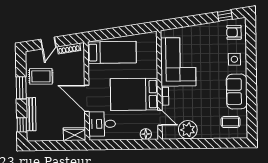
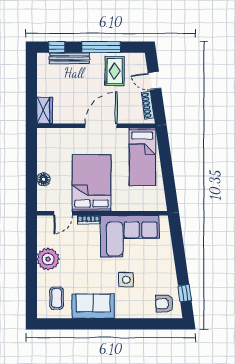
armchair: (234, 32) -> (164, 304), turned -90
side table: (234, 59) -> (126, 280), moved
window: (21, 88) -> (101, 47), width x1.44
door: (87, 98) -> (101, 126), moved
desk: (102, 124) -> (57, 144), removed
plant: (188, 130) -> (48, 259), moved
floor lamp: (146, 134) -> (44, 179), moved

